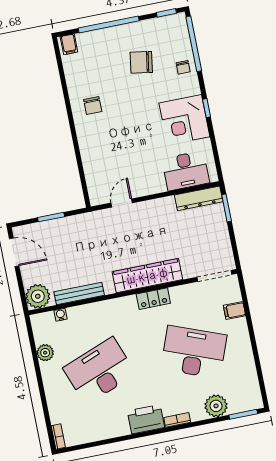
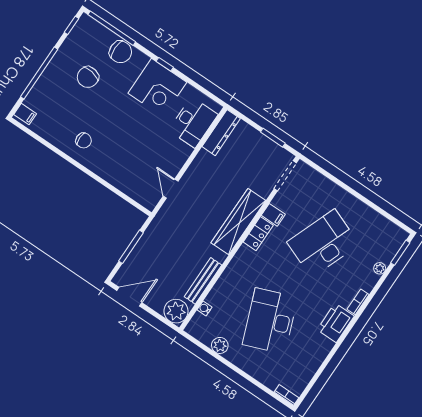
chair: (183, 67) -> (121, 52), width x1.87, depth x1.87
window: (227, 208) -> (273, 138), moved
window: (51, 217) -> (131, 247), width x1.44
filing cabinet: (235, 311) -> (273, 215), moved, turned -90
plant: (216, 406) -> (380, 268), width x0.53, depth x0.53

